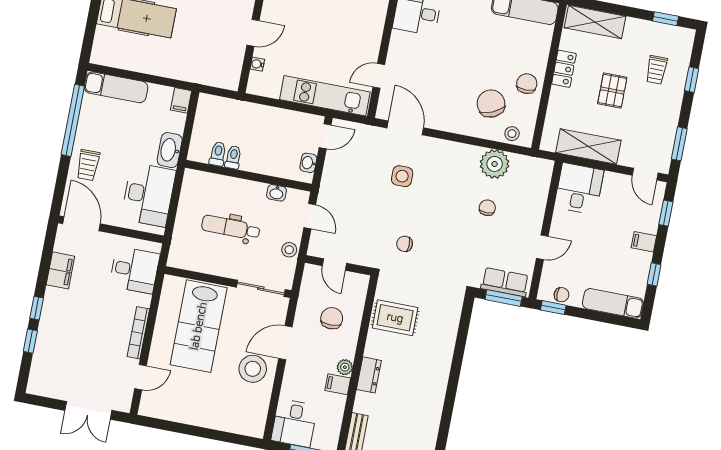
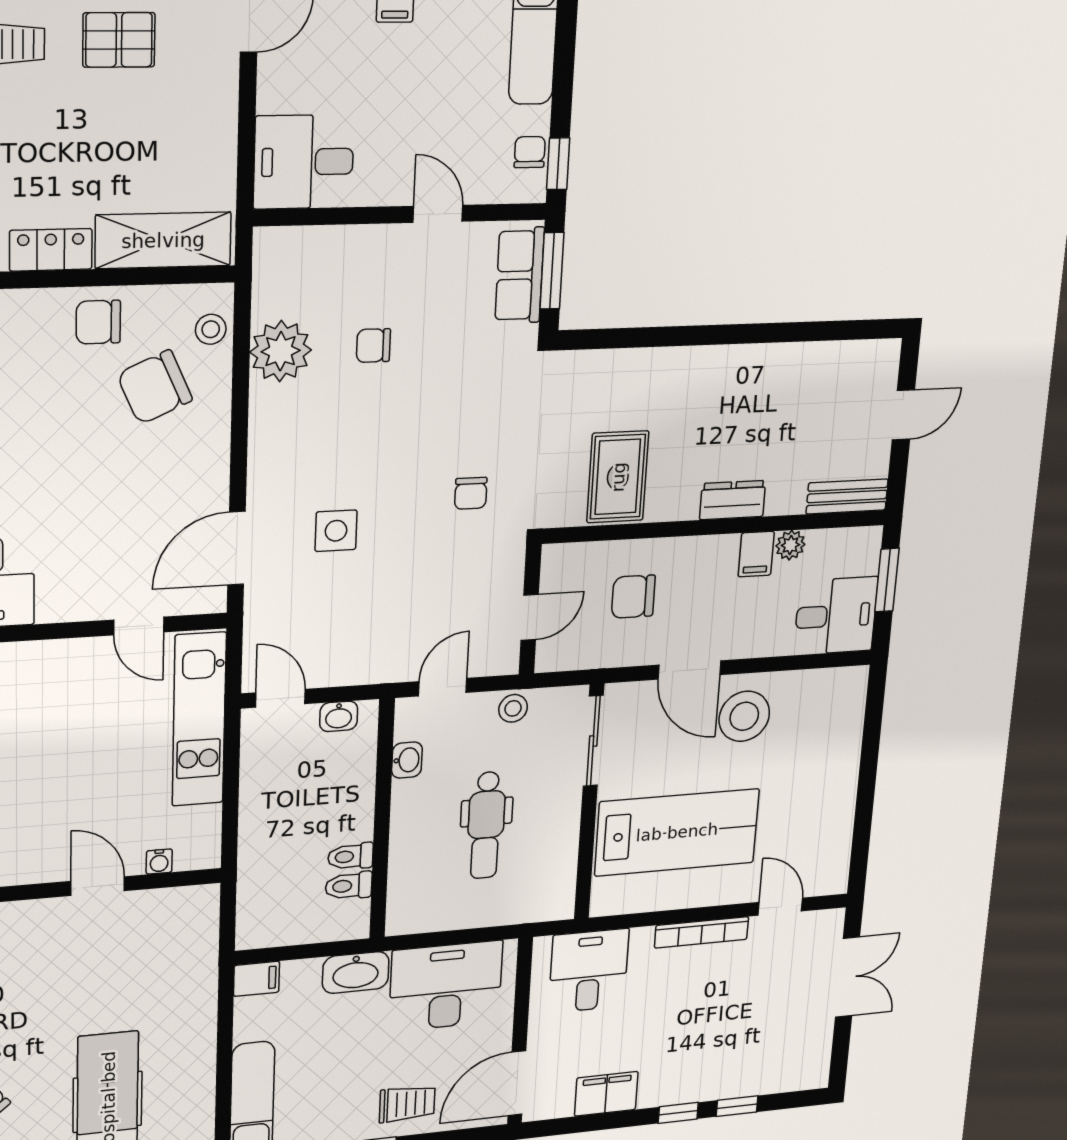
pallet: (612, 91) -> (119, 40), moved
shelving: (588, 147) -> (163, 240), moved, turned 90
plant: (345, 367) -> (790, 545), moved

